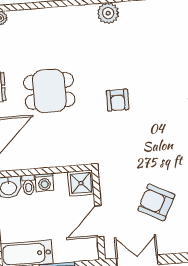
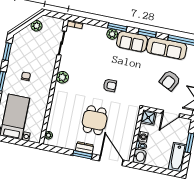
door: (99, 221) -> (171, 114), hinge flipped

